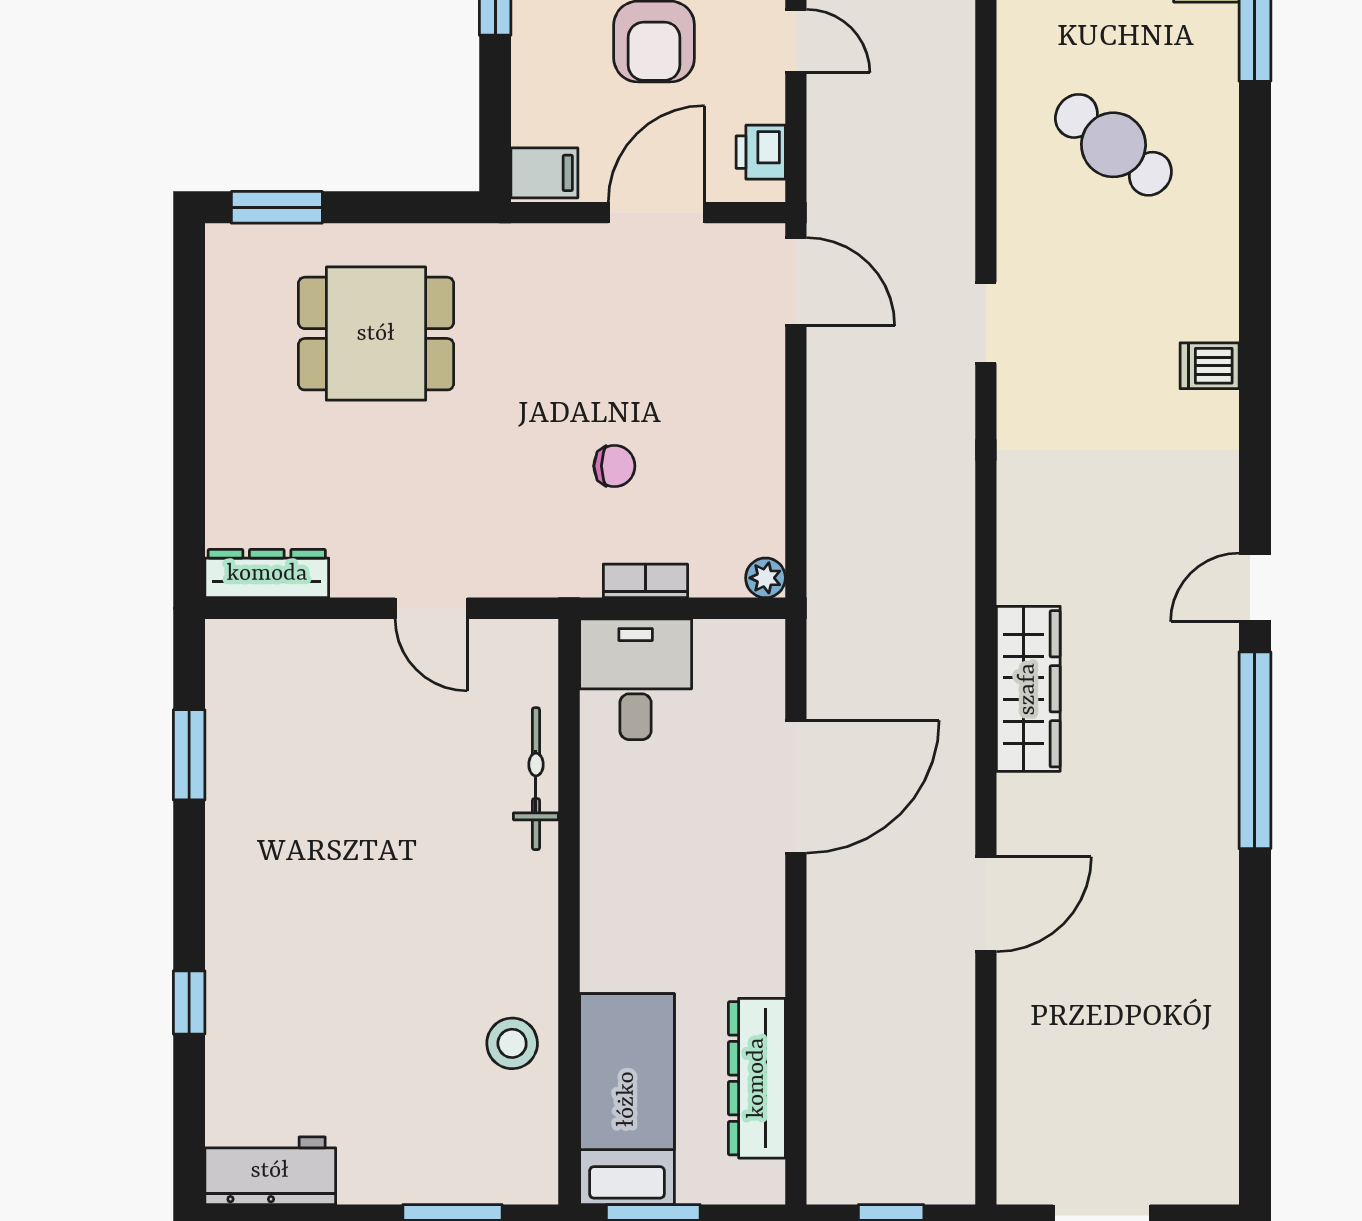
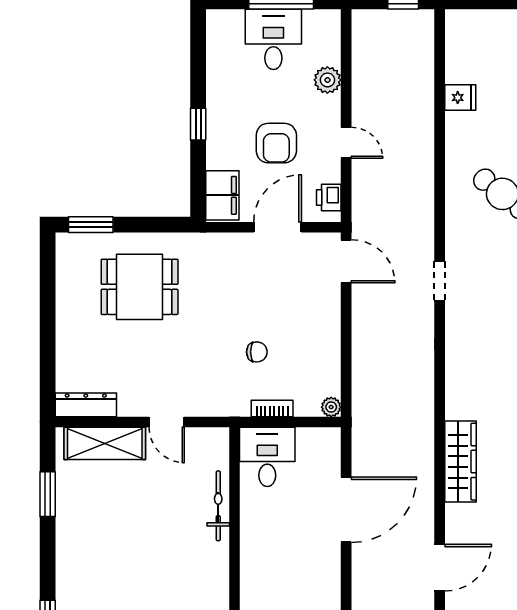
filing cabinet: (544, 173) -> (222, 195), width x2.00
shelving: (305, 652) -> (105, 443), added

